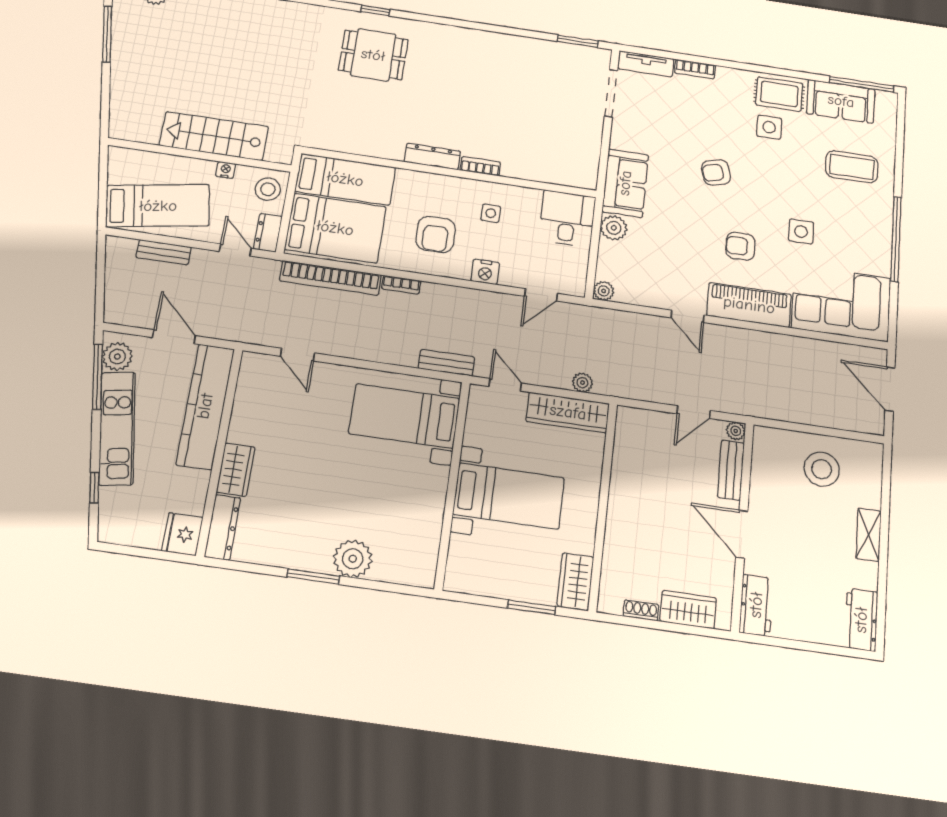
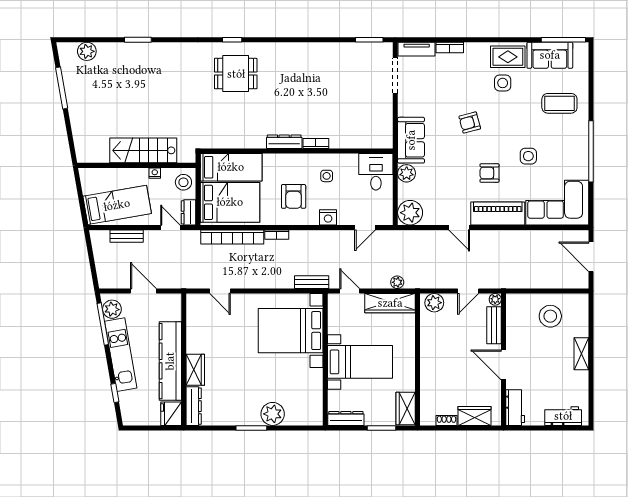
plant: (604, 291) -> (410, 213), width x1.88, depth x1.88
kitchen counter: (205, 406) -> (170, 361), moved
bed with nightstands: (404, 416) -> (291, 331), width x1.36
plant: (638, 422) -> (434, 303), added
dresser: (474, 583) -> (346, 418), added
workbench: (861, 620) -> (563, 416), moved, turned 90

